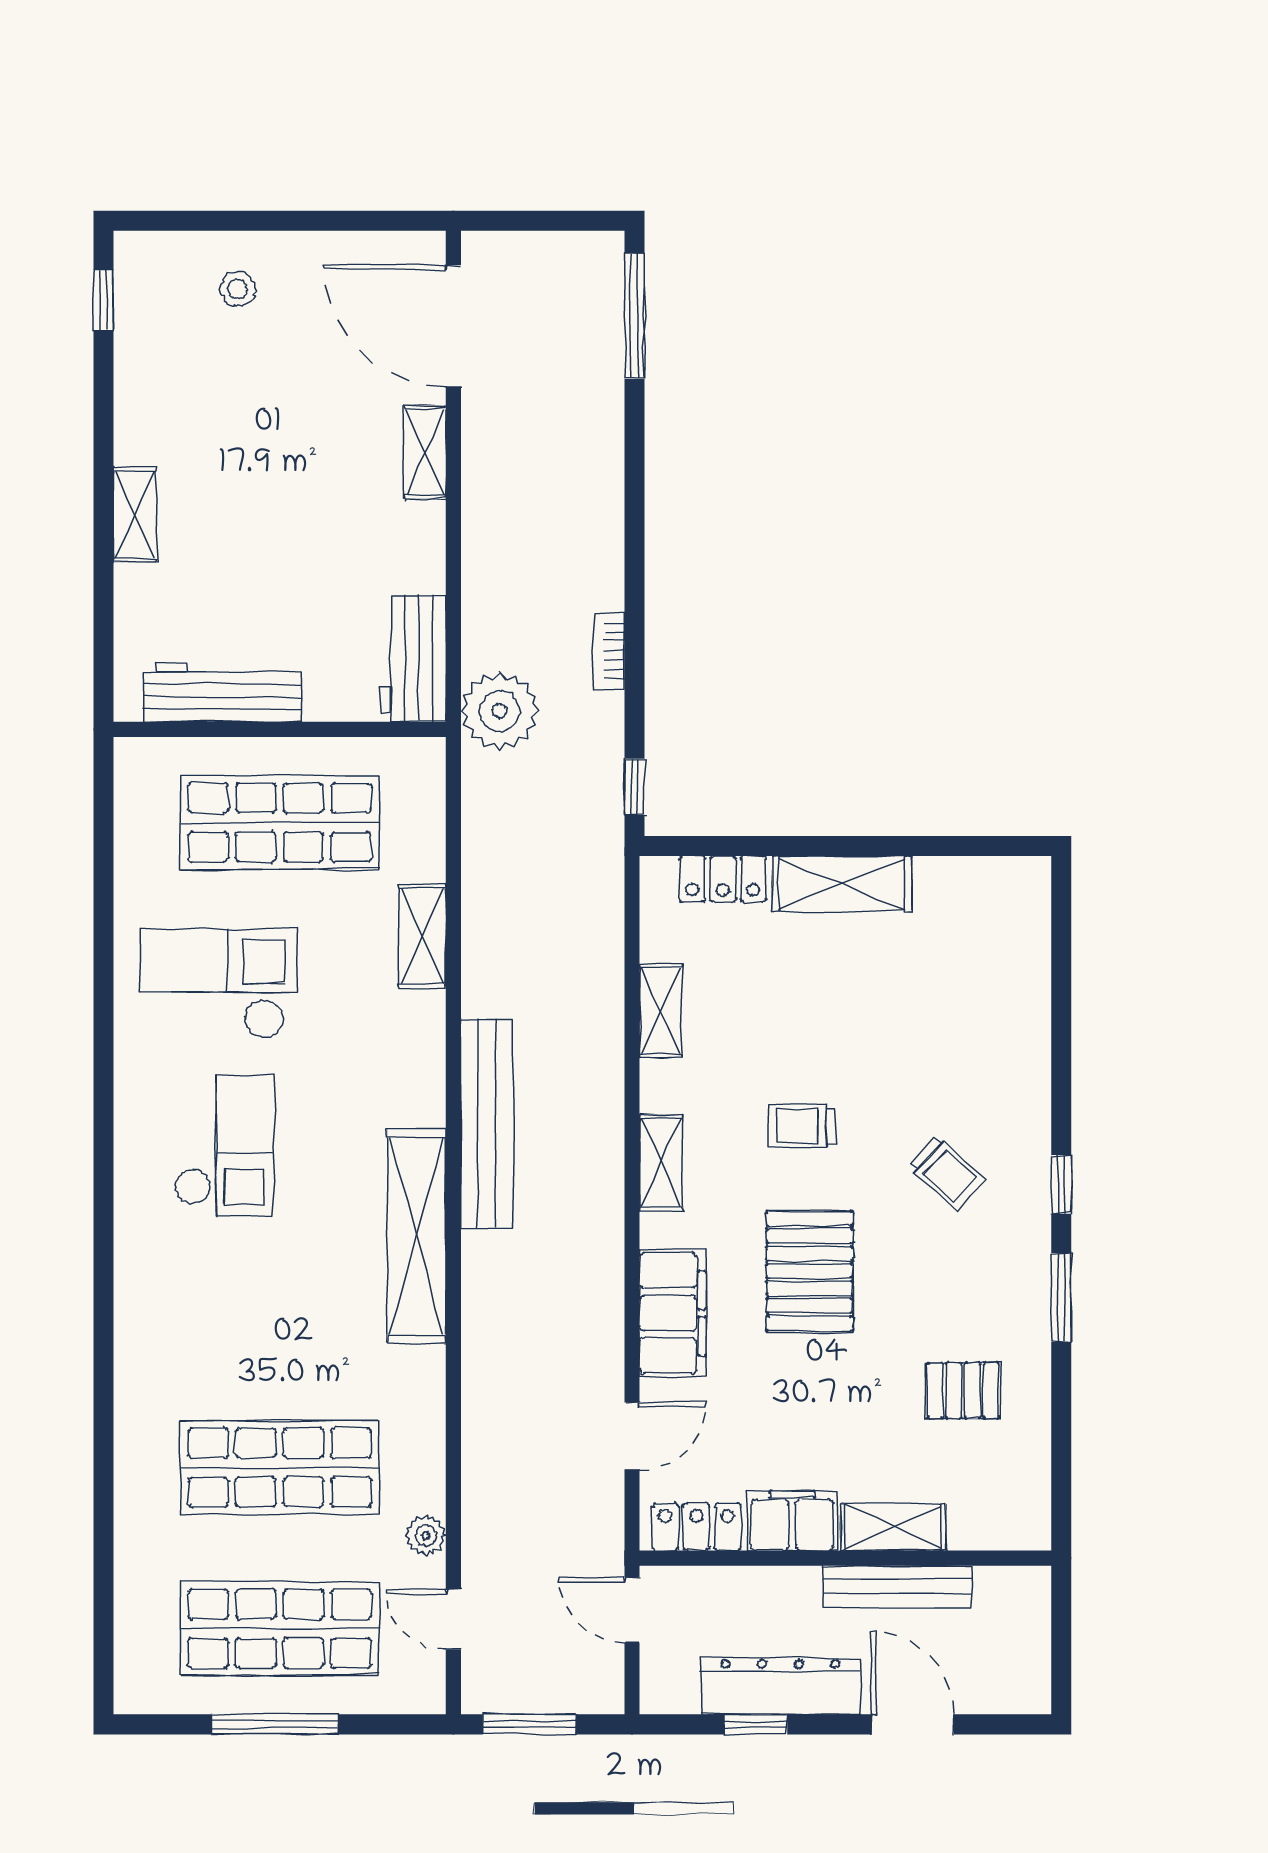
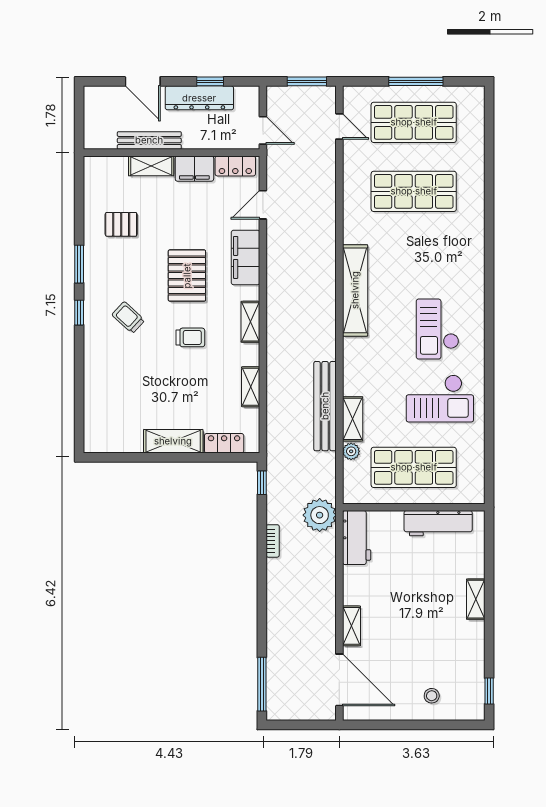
bench: (487, 1124) -> (325, 406), moved
plant: (426, 1535) -> (351, 451), moved

